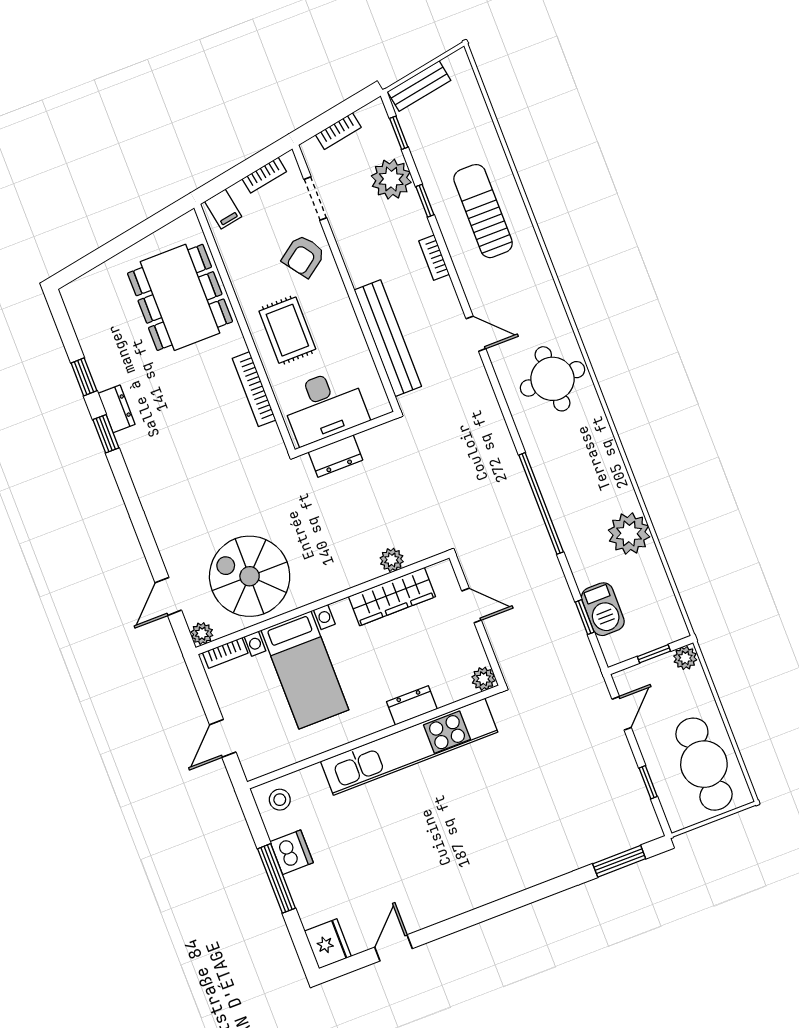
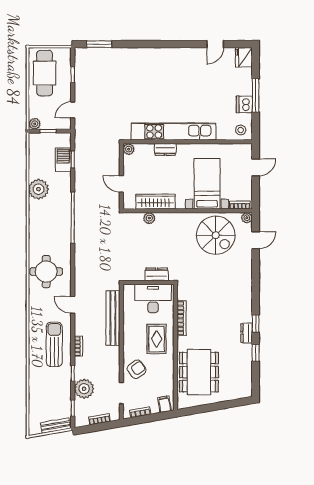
sun lounger: (483, 211) -> (54, 344), moved, turned 180

